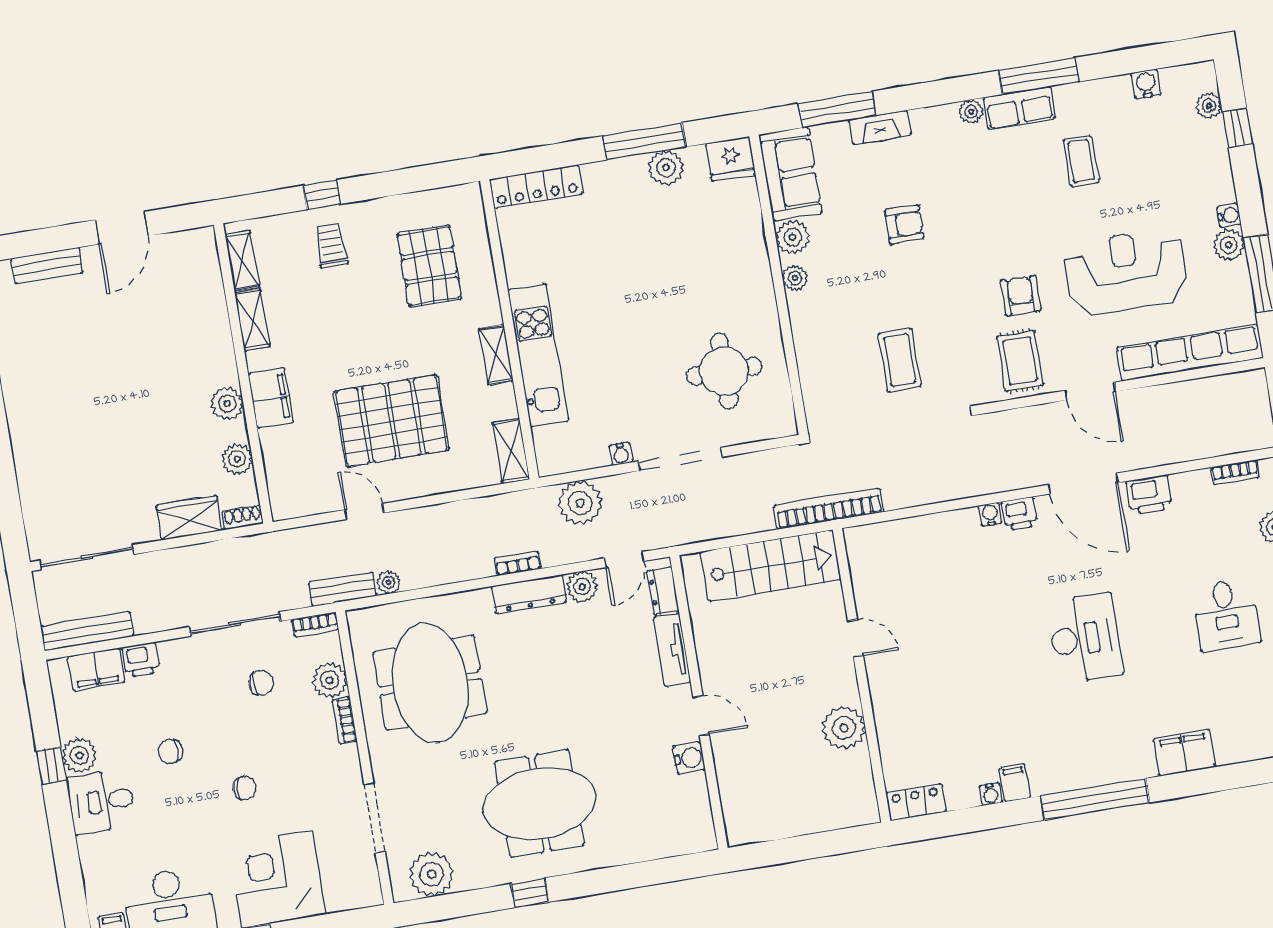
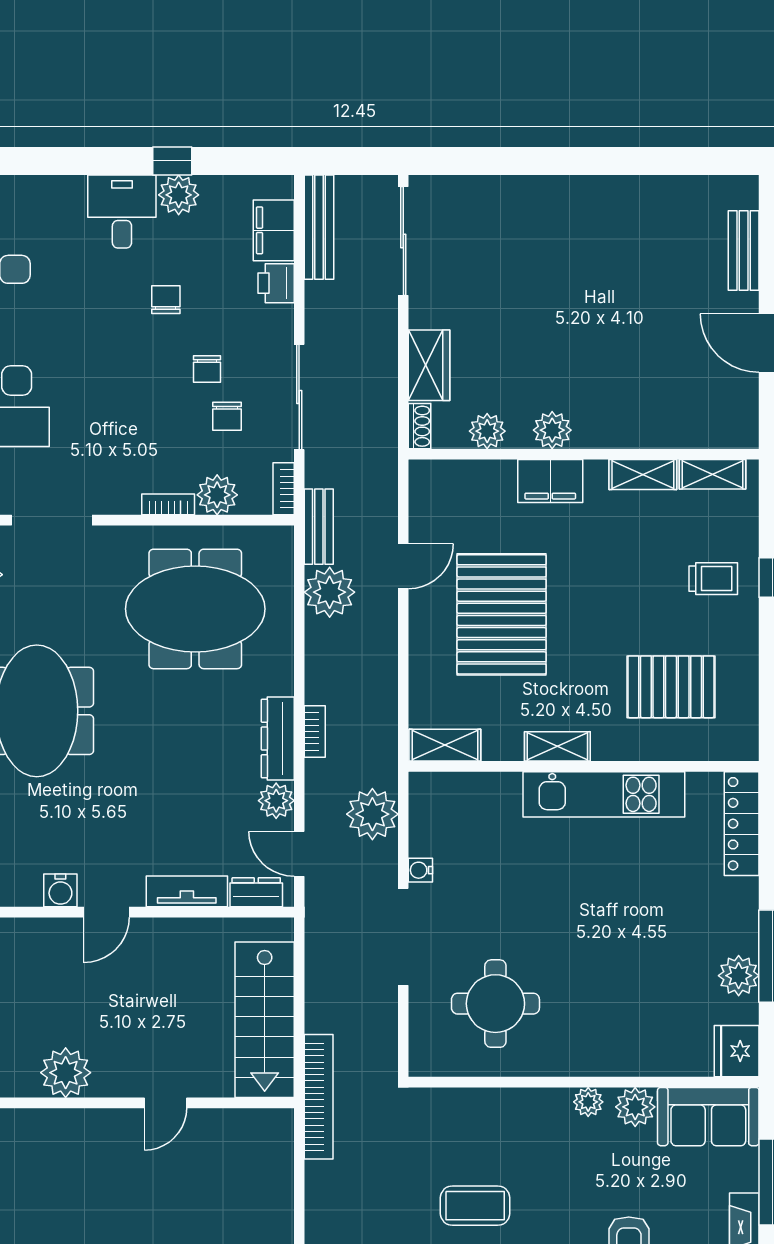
kitchen unit: (538, 355) -> (604, 794), moved
plant: (388, 582) -> (330, 592), width x1.88, depth x1.88
chair: (245, 788) -> (207, 369), moved

